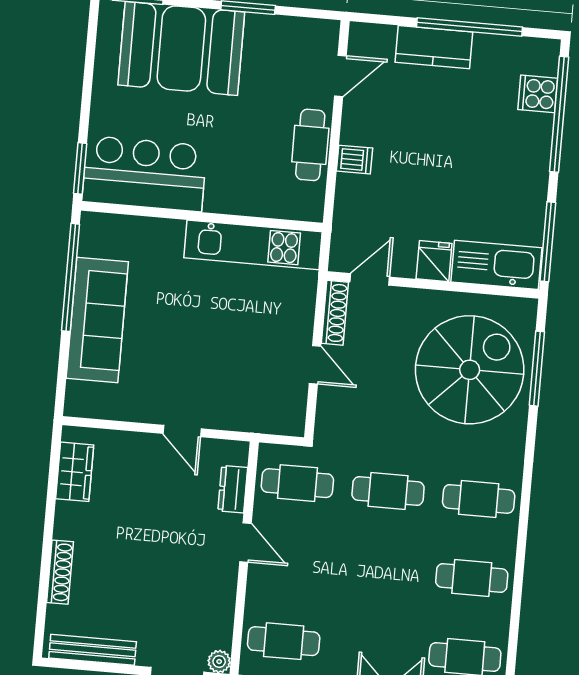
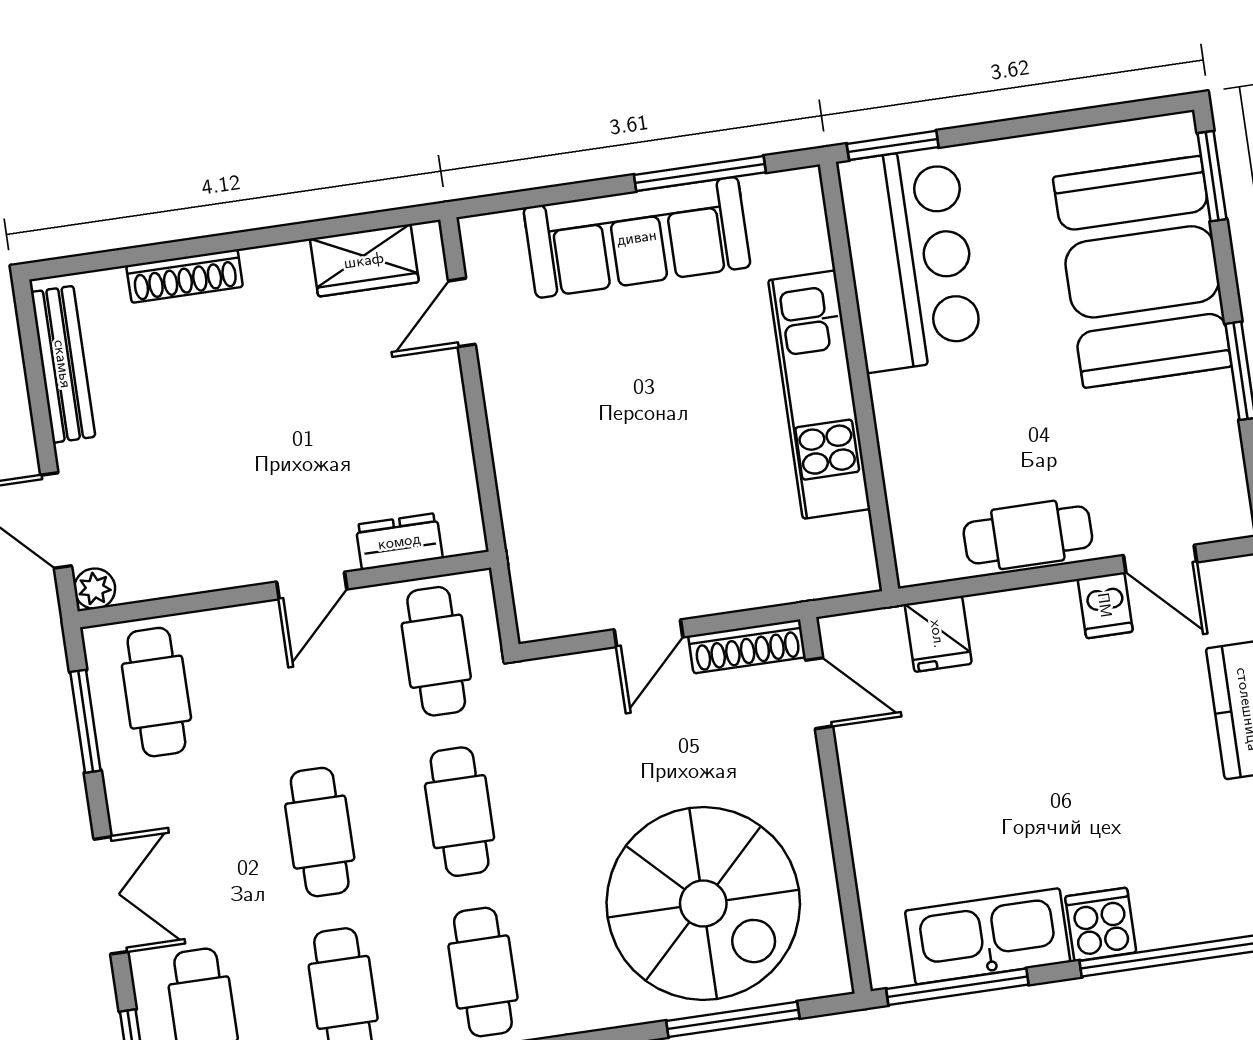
cooker: (538, 94) -> (1101, 924), moved
dishwasher: (355, 160) -> (1105, 605), moved
kitchen unit: (253, 245) -> (819, 395), moved
fridge: (434, 261) -> (938, 634), moved, turned 90
kitchen sink: (496, 265) -> (988, 936), moved, turned -90
window: (71, 277) -> (700, 174), width x0.68
door: (182, 431) -> (462, 313), moved
cafe table: (381, 570) -> (320, 832), added

